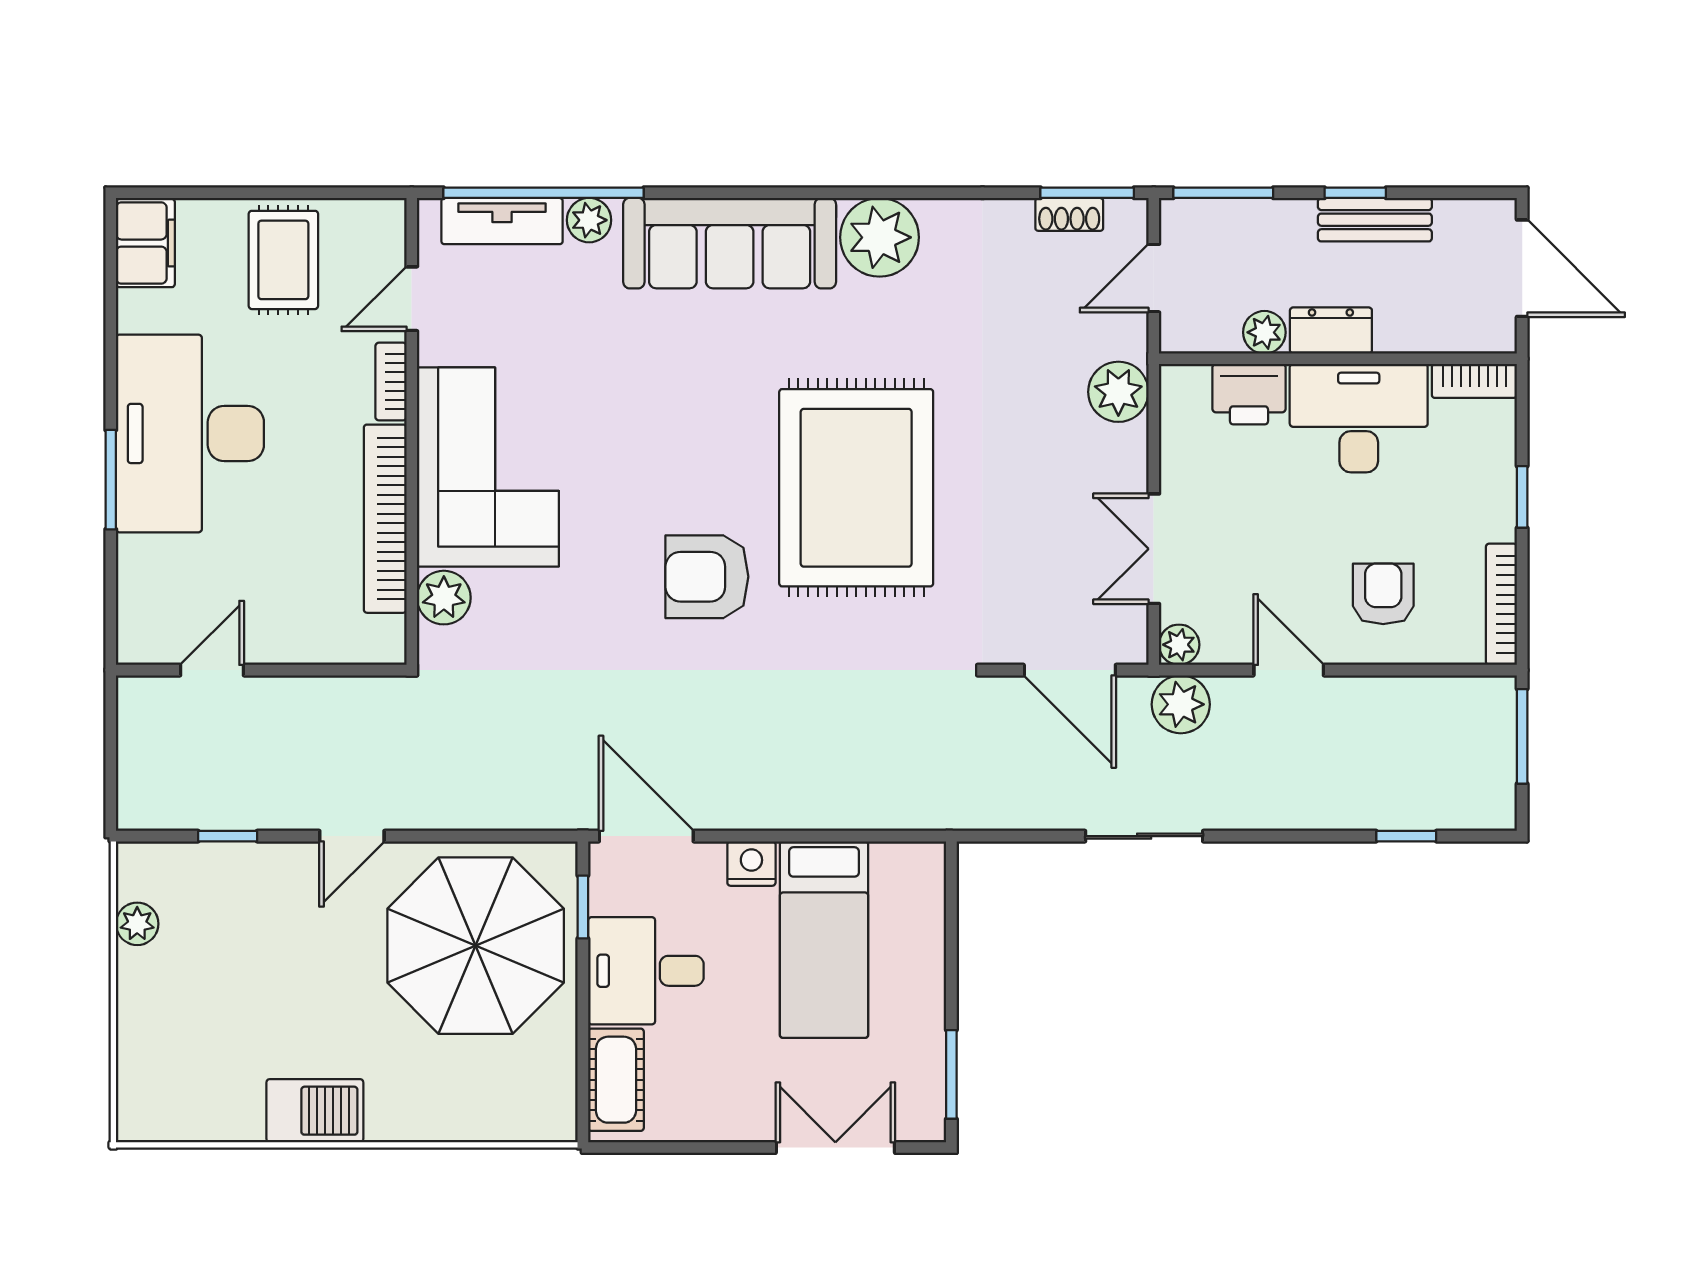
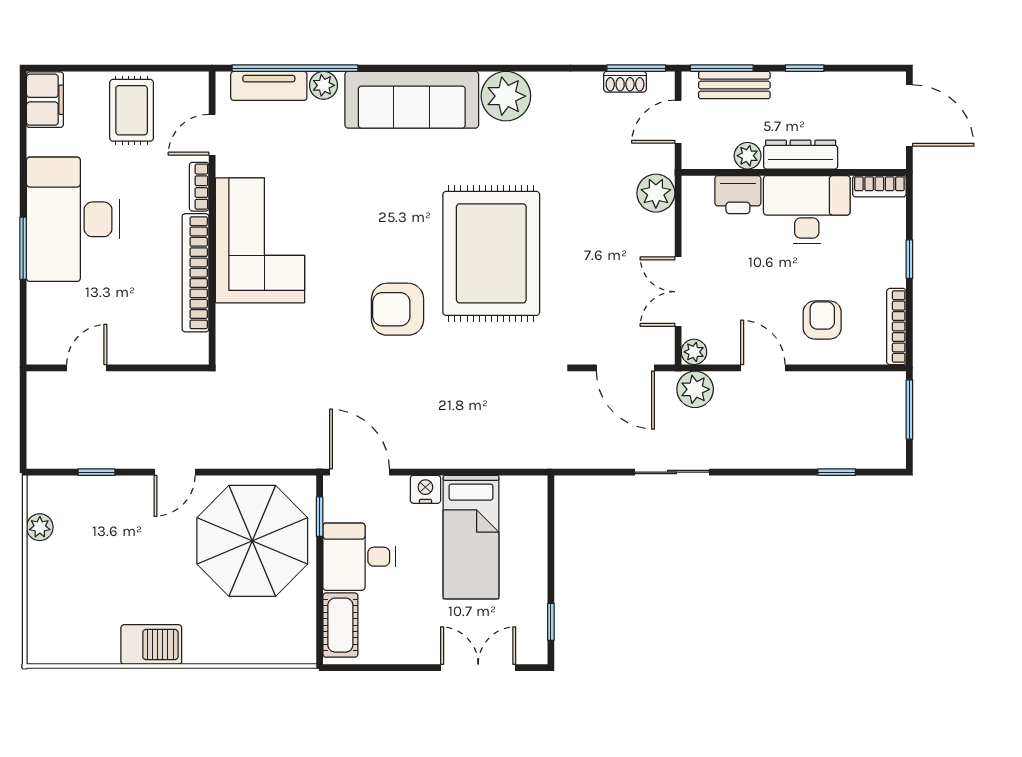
bench: (1375, 220) -> (734, 85), moved
dresser: (1331, 330) -> (801, 155), width x1.44
plant: (444, 598) -> (232, 322), removed
window: (951, 1074) -> (551, 622), width x0.67

